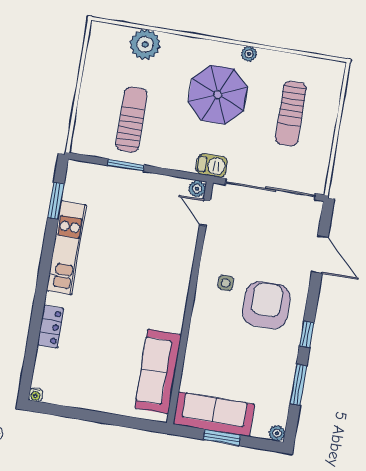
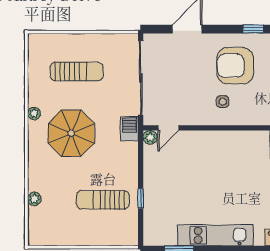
plant: (145, 44) -> (34, 199), width x0.53, depth x0.53
window: (126, 165) -> (141, 198), width x0.67

